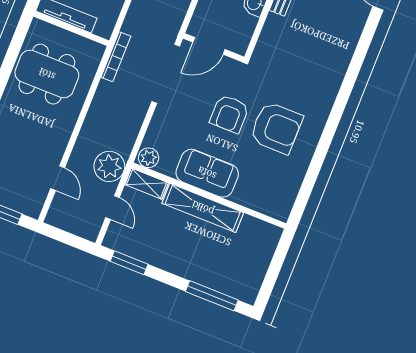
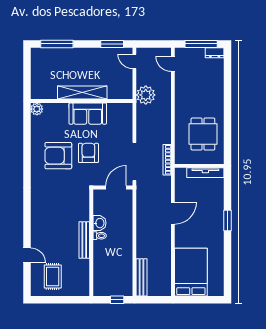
dining table: (47, 74) -> (203, 134), width x0.73
plant: (149, 158) -> (37, 109), moved
door: (58, 178) -> (173, 64), moved
shelving: (147, 184) -> (120, 94), removed
door: (112, 208) -> (134, 61), moved

